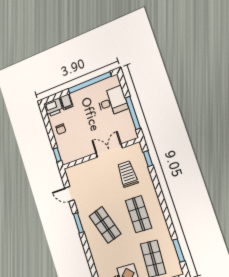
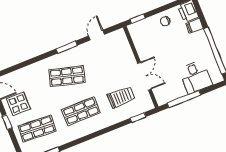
shop shelf: (105, 225) -> (67, 76), turned 33

